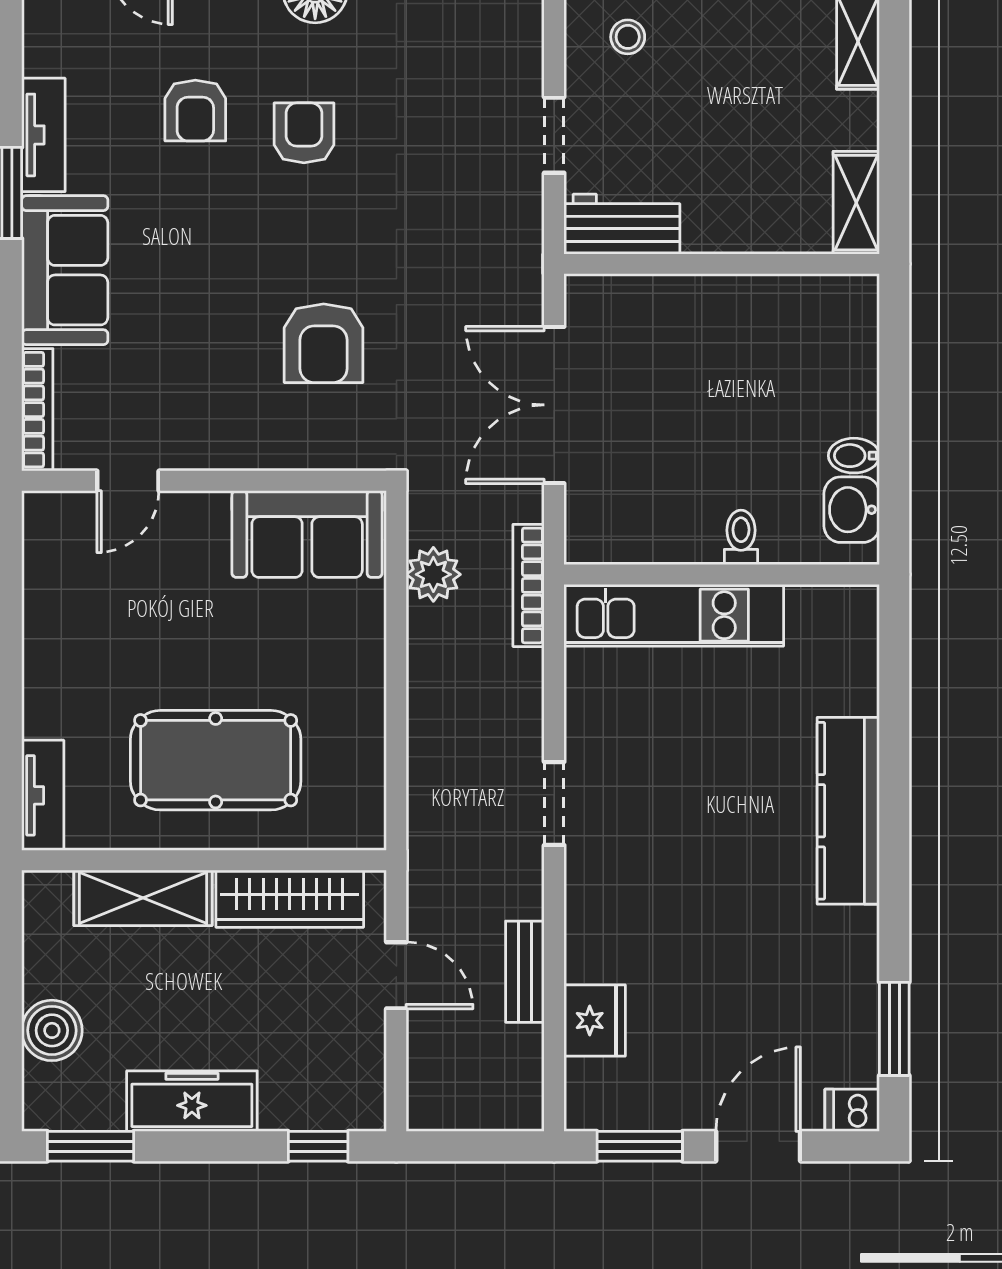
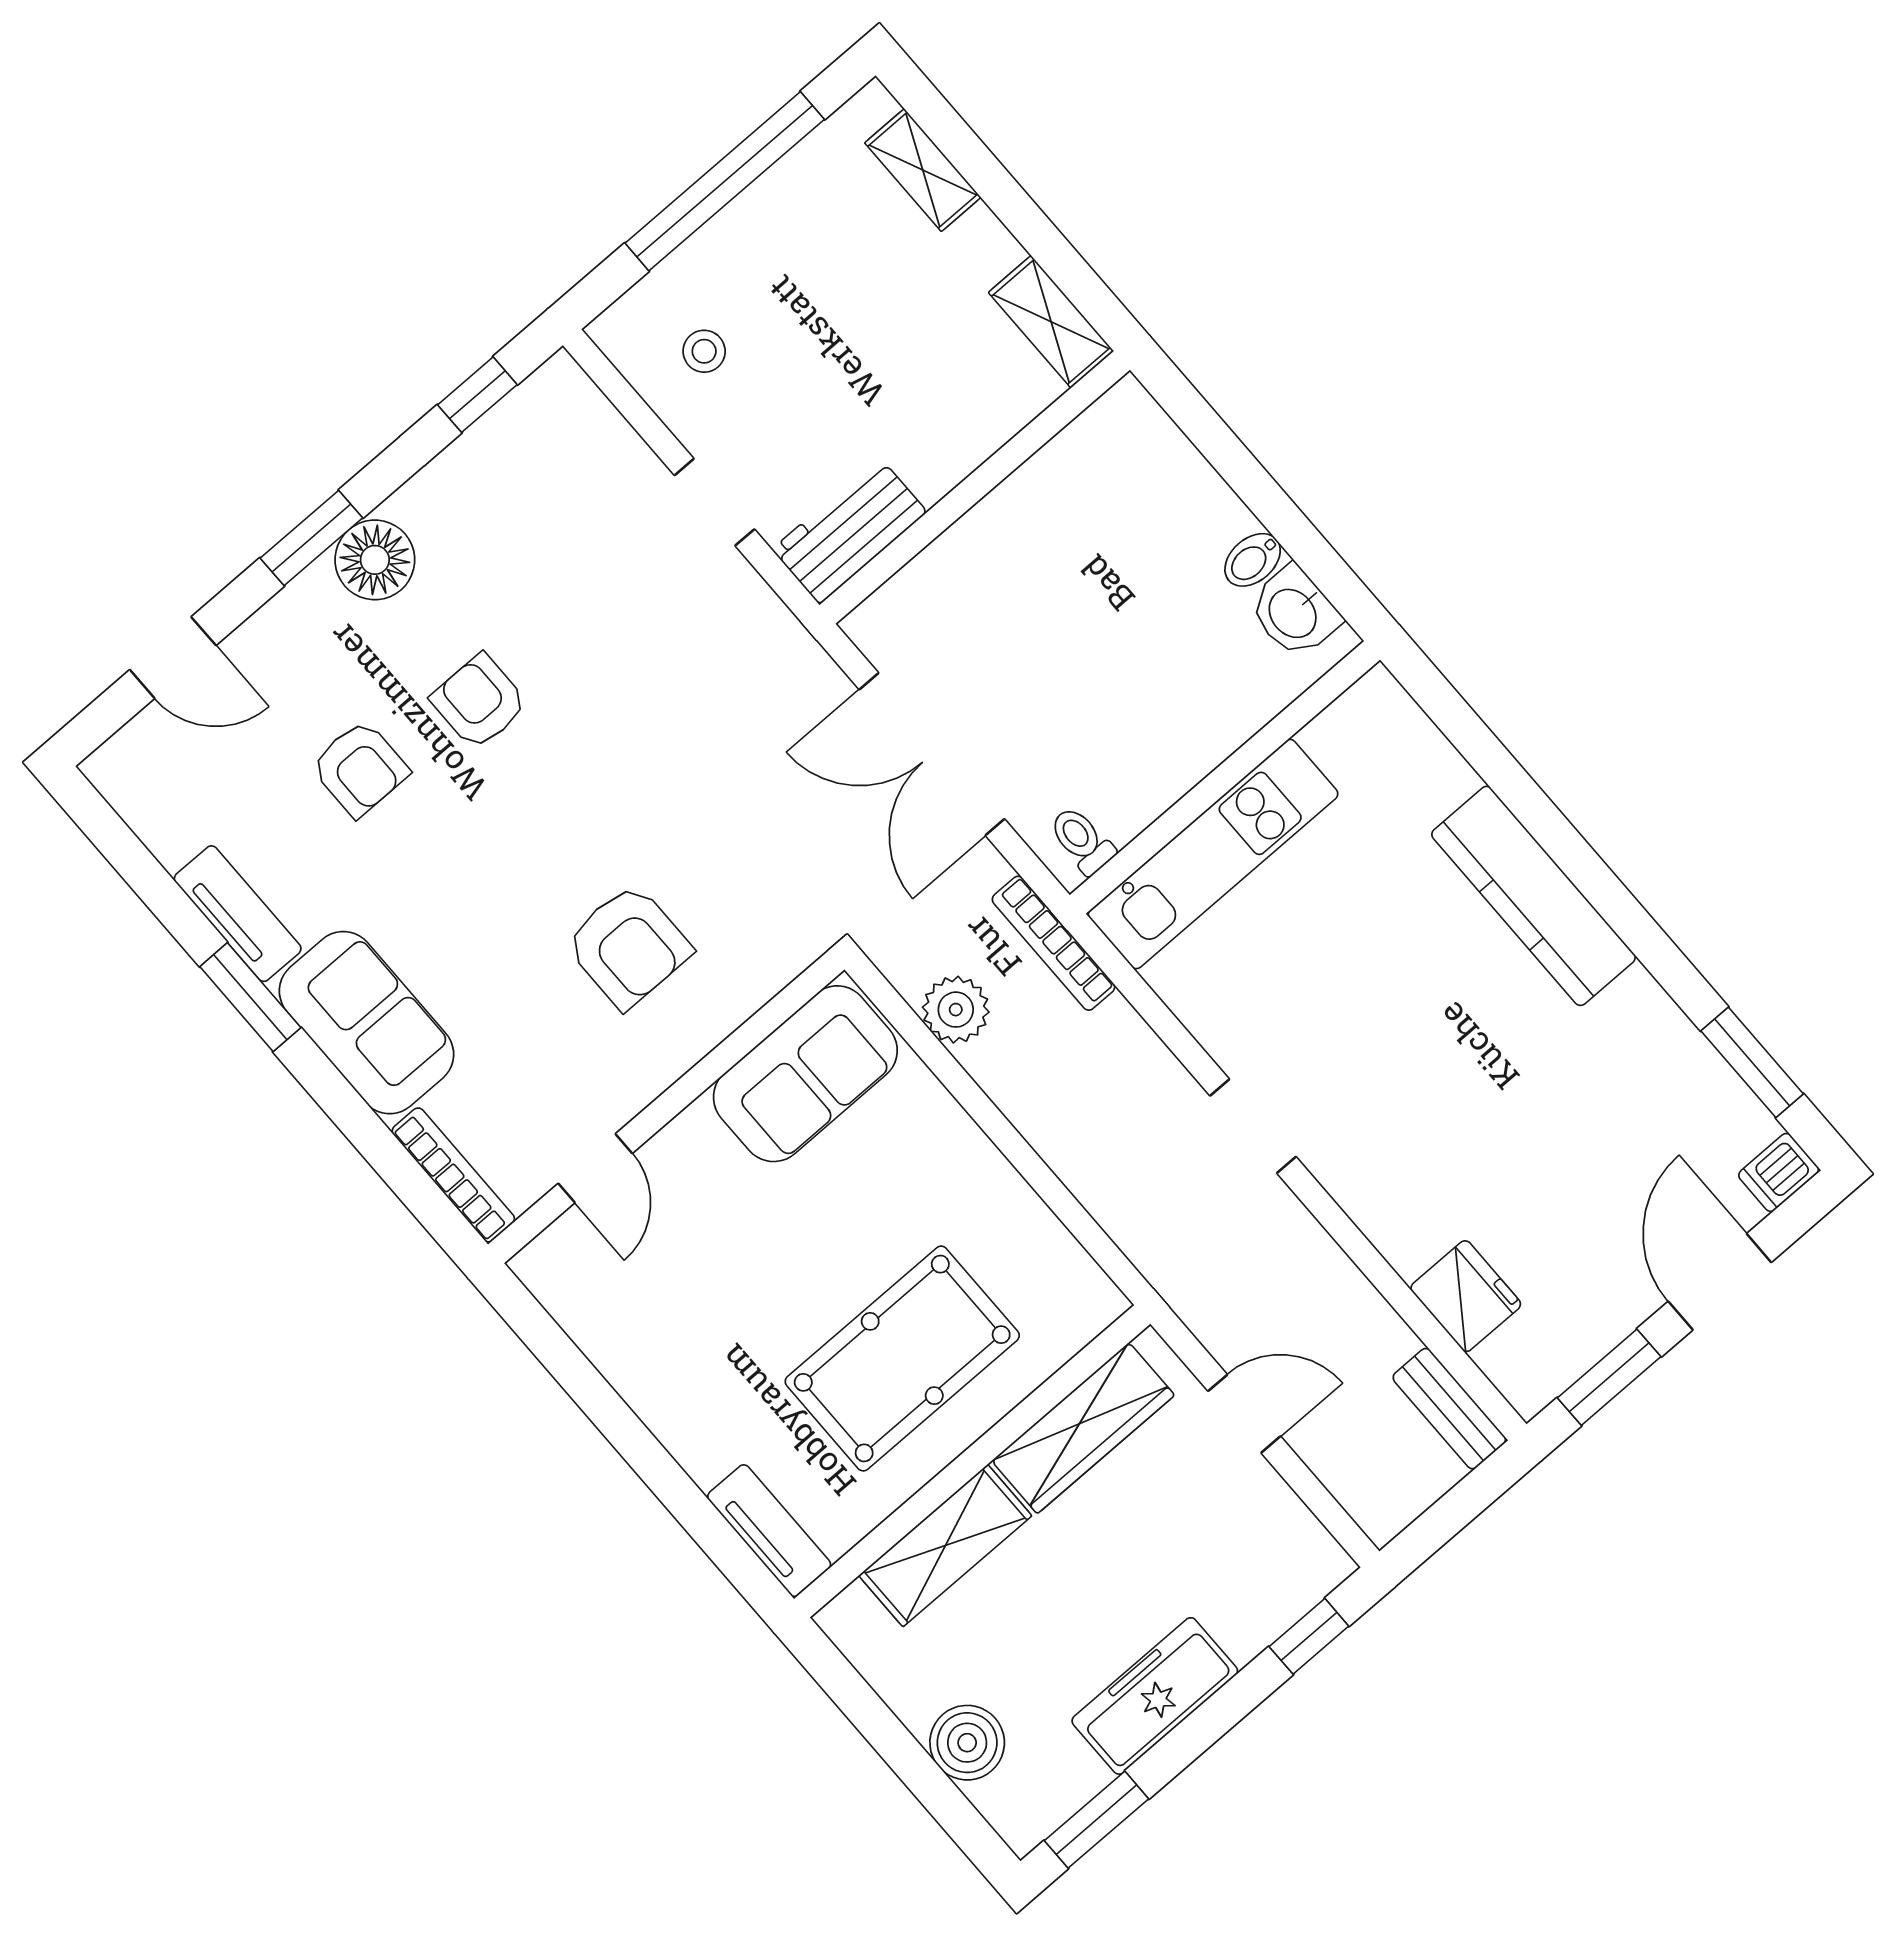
armchair: (324, 343) -> (628, 946), moved
toilet: (741, 537) -> (1082, 840), moved
bench: (525, 972) -> (1449, 1409), moved

